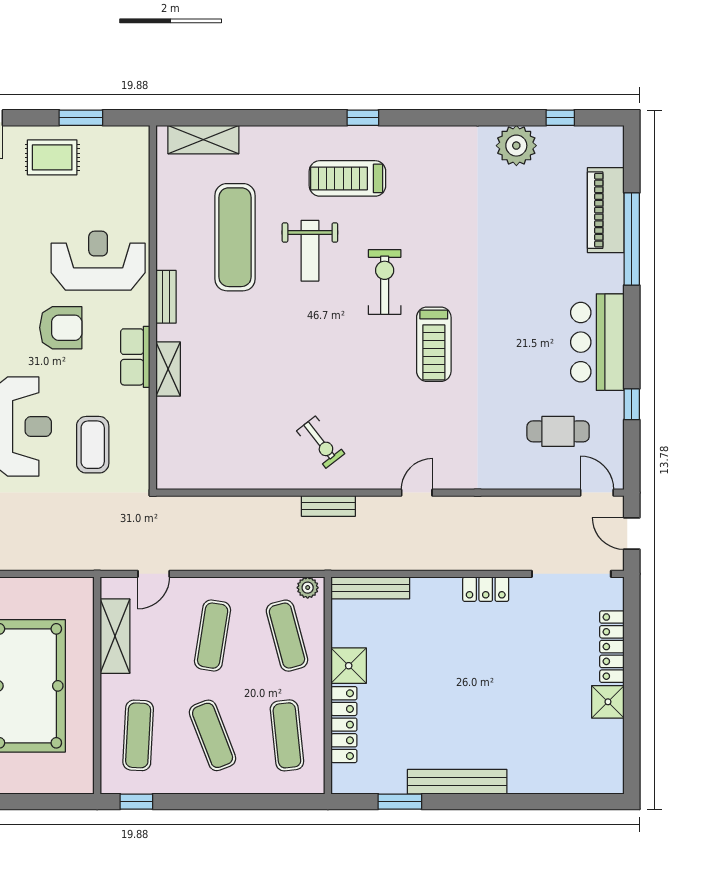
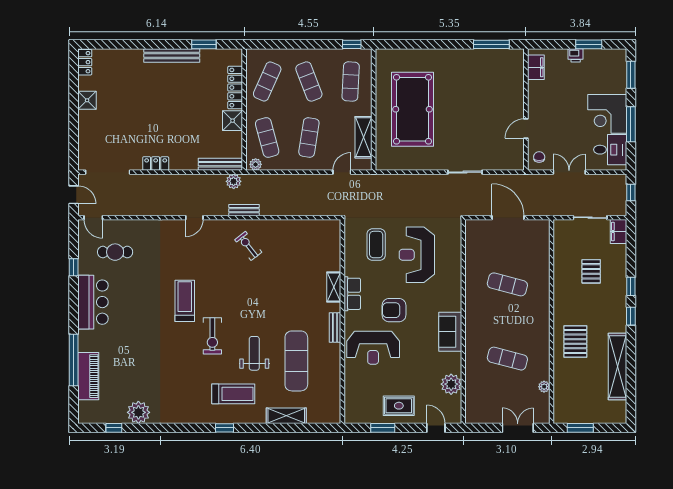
shelving: (203, 140) -> (286, 416), moved
plant: (347, 557) -> (234, 181), added
locker: (612, 647) -> (85, 62), moved, width x0.66
exercise mat: (287, 735) -> (267, 81), turned 30

